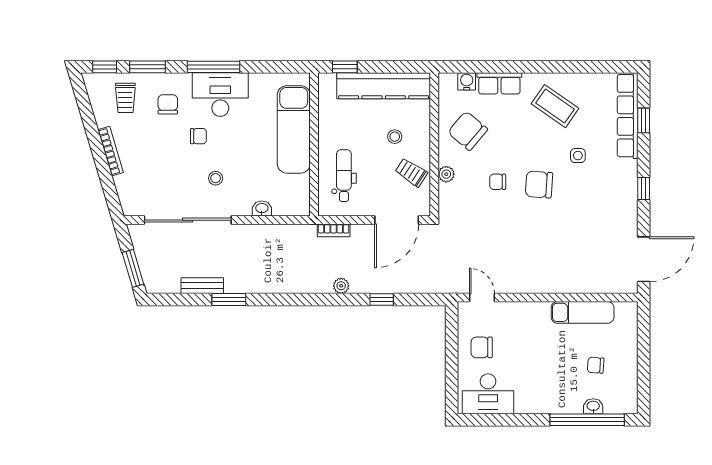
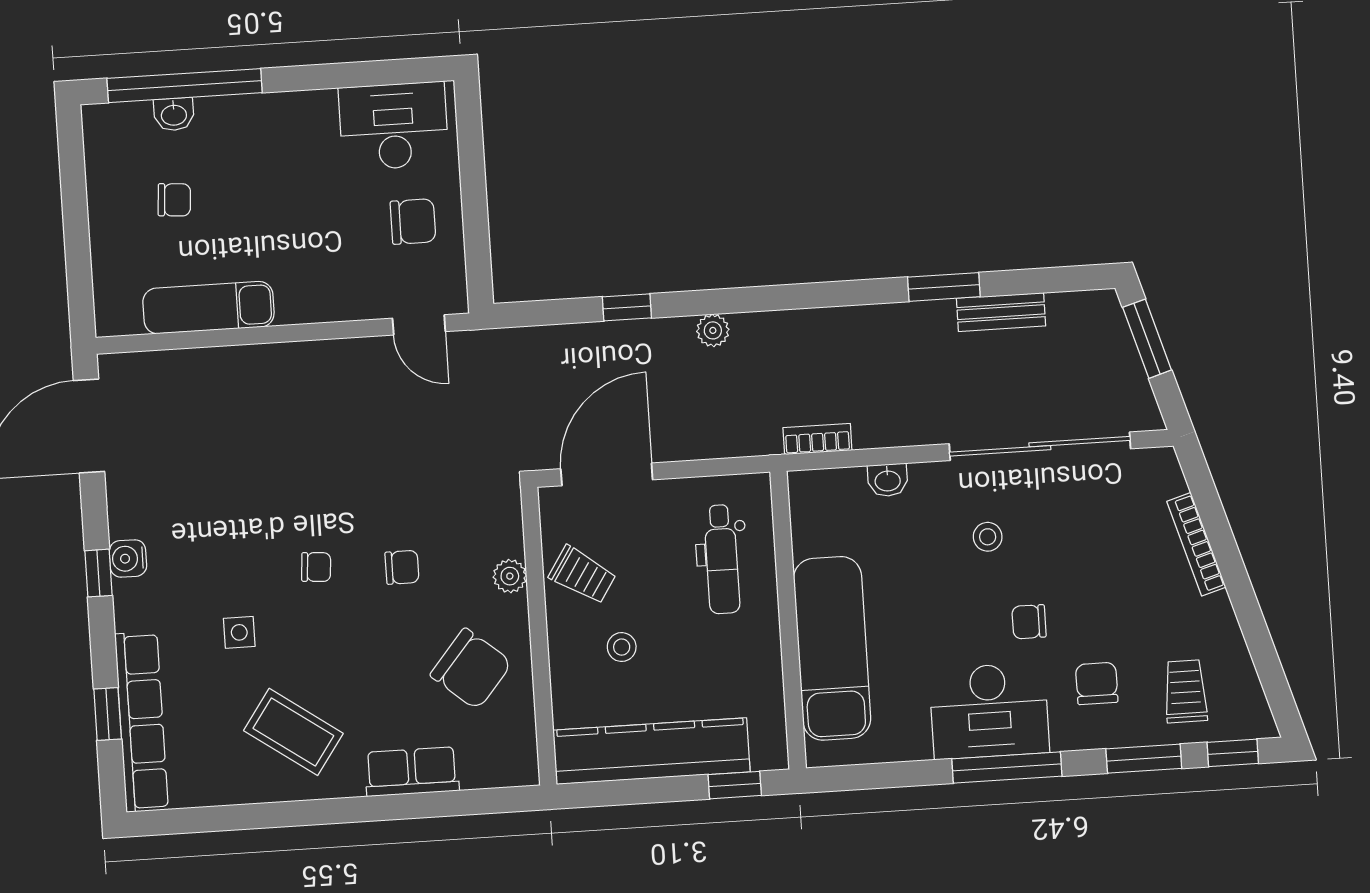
water cooler: (467, 81) -> (128, 558), moved, turned 90
chair: (168, 104) -> (1097, 683), turned 180
bookcase: (111, 151) -> (1196, 544), moved
chair: (539, 185) -> (316, 567), width x0.54, depth x0.54
bookcase: (334, 230) -> (817, 439), moved

